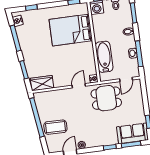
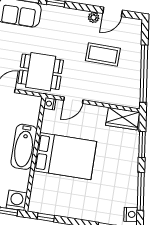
bed: (71, 30) -> (65, 156), moved
bathtub: (104, 57) -> (24, 147), moved
coffee table: (55, 127) -> (103, 55), moved

